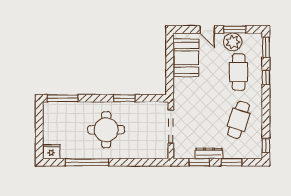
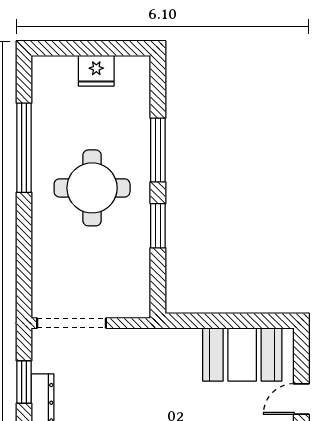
window: (63, 98) -> (158, 150), moved
doorway: (171, 127) -> (72, 323), moved
fridge: (51, 152) -> (96, 71), moved, turned 90

